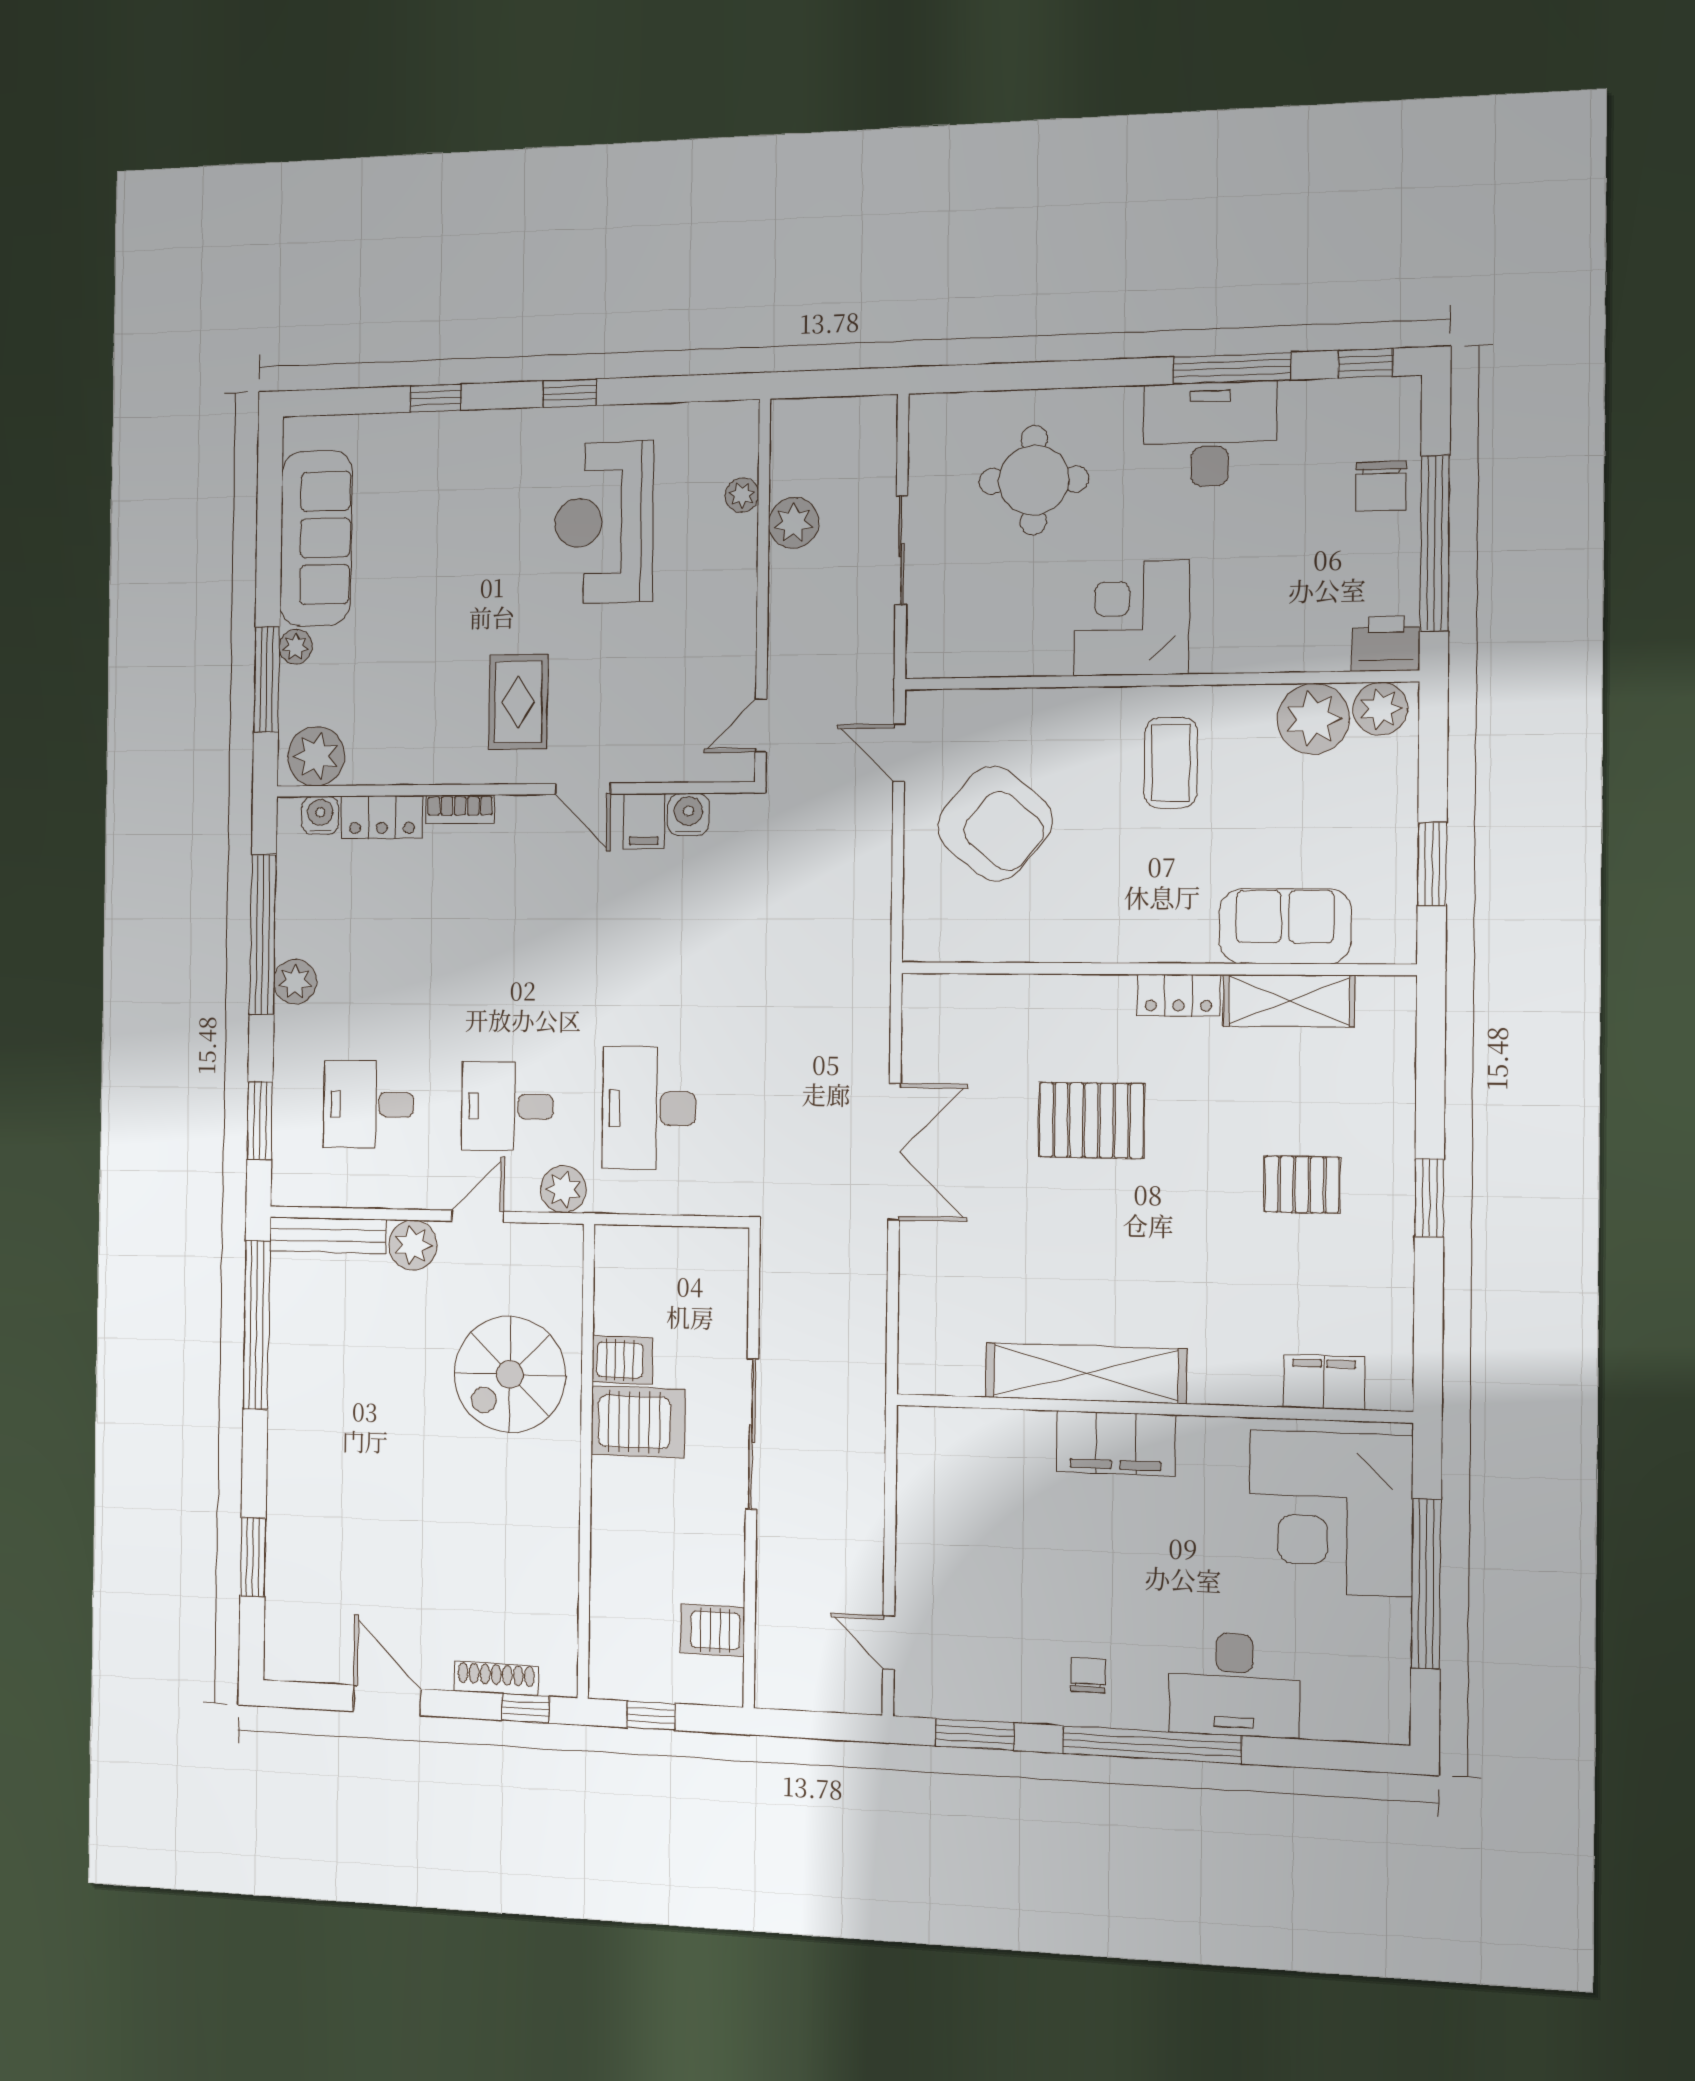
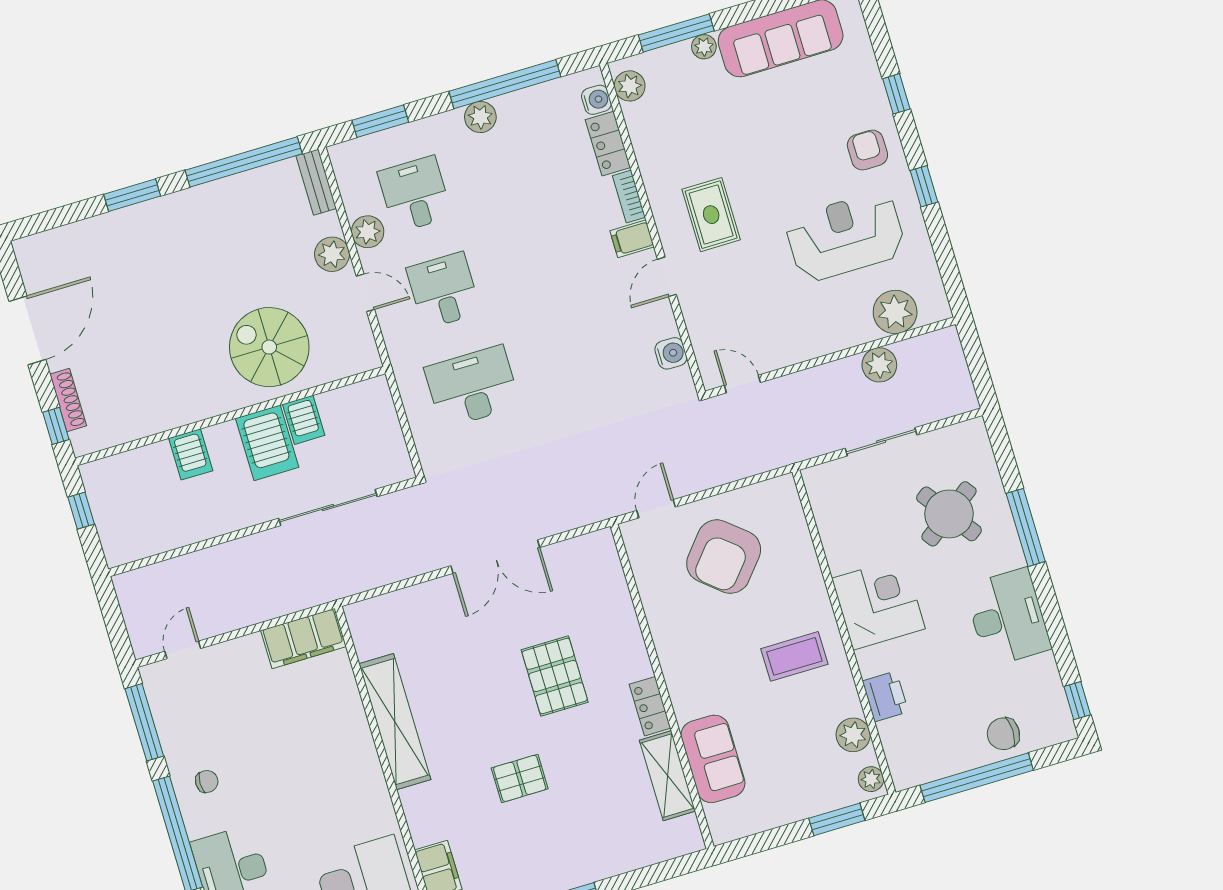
window: (1232, 368) -> (1026, 527), moved
armchair: (498, 459) -> (867, 150), added
round table: (1034, 480) -> (949, 514), turned -36
plant: (742, 495) -> (895, 312), width x1.88, depth x1.88
printer: (1386, 644) -> (885, 696), moved
rug: (518, 702) -> (711, 215), turned 90
plant: (1380, 709) -> (871, 779), width x0.73, depth x0.73
plant: (1313, 719) -> (853, 735), width x0.73, depth x0.73
door: (899, 753) -> (656, 509), moved
plant: (316, 756) -> (630, 86), width x0.73, depth x0.73
filing cabinet: (644, 821) -> (632, 239), moved
window: (1432, 864) -> (837, 819), moved
pallet: (1302, 1185) -> (520, 778), moved, turned 90
plant: (563, 1189) -> (368, 232), moved
bench: (328, 1235) -> (316, 182), width x0.73
sliding door: (752, 1434) -> (328, 508), moved
filing cabinet: (1116, 1443) -> (304, 638), moved, turned -90
window: (253, 1557) -> (132, 195), moved
server rack: (713, 1630) -> (191, 454), moved, turned 180
door: (387, 1700) -> (27, 330), width x1.36
window: (975, 1734) -> (144, 722), width x1.44

